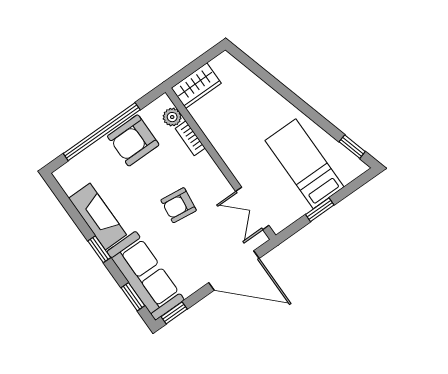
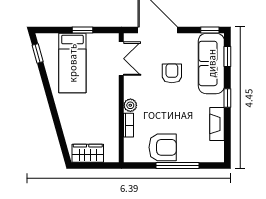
wardrobe: (196, 86) -> (88, 153), moved
plant: (172, 117) -> (130, 105), moved
window: (102, 132) -> (177, 166), width x0.68
armchair: (179, 205) -> (172, 73), moved, turned -97
fireplace: (98, 216) -> (217, 124), width x0.73, depth x0.76

